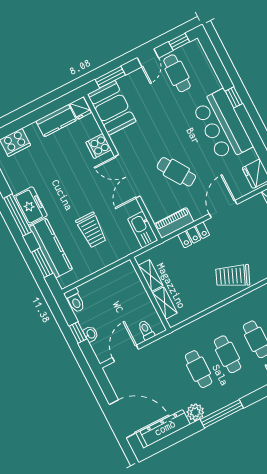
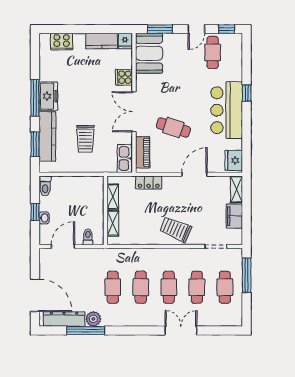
cafe table: (176, 172) -> (173, 128), turned -39
piano: (174, 223) -> (143, 152), moved, turned 90
locker: (194, 235) -> (149, 183), moved
window: (222, 414) -> (86, 330), moved

